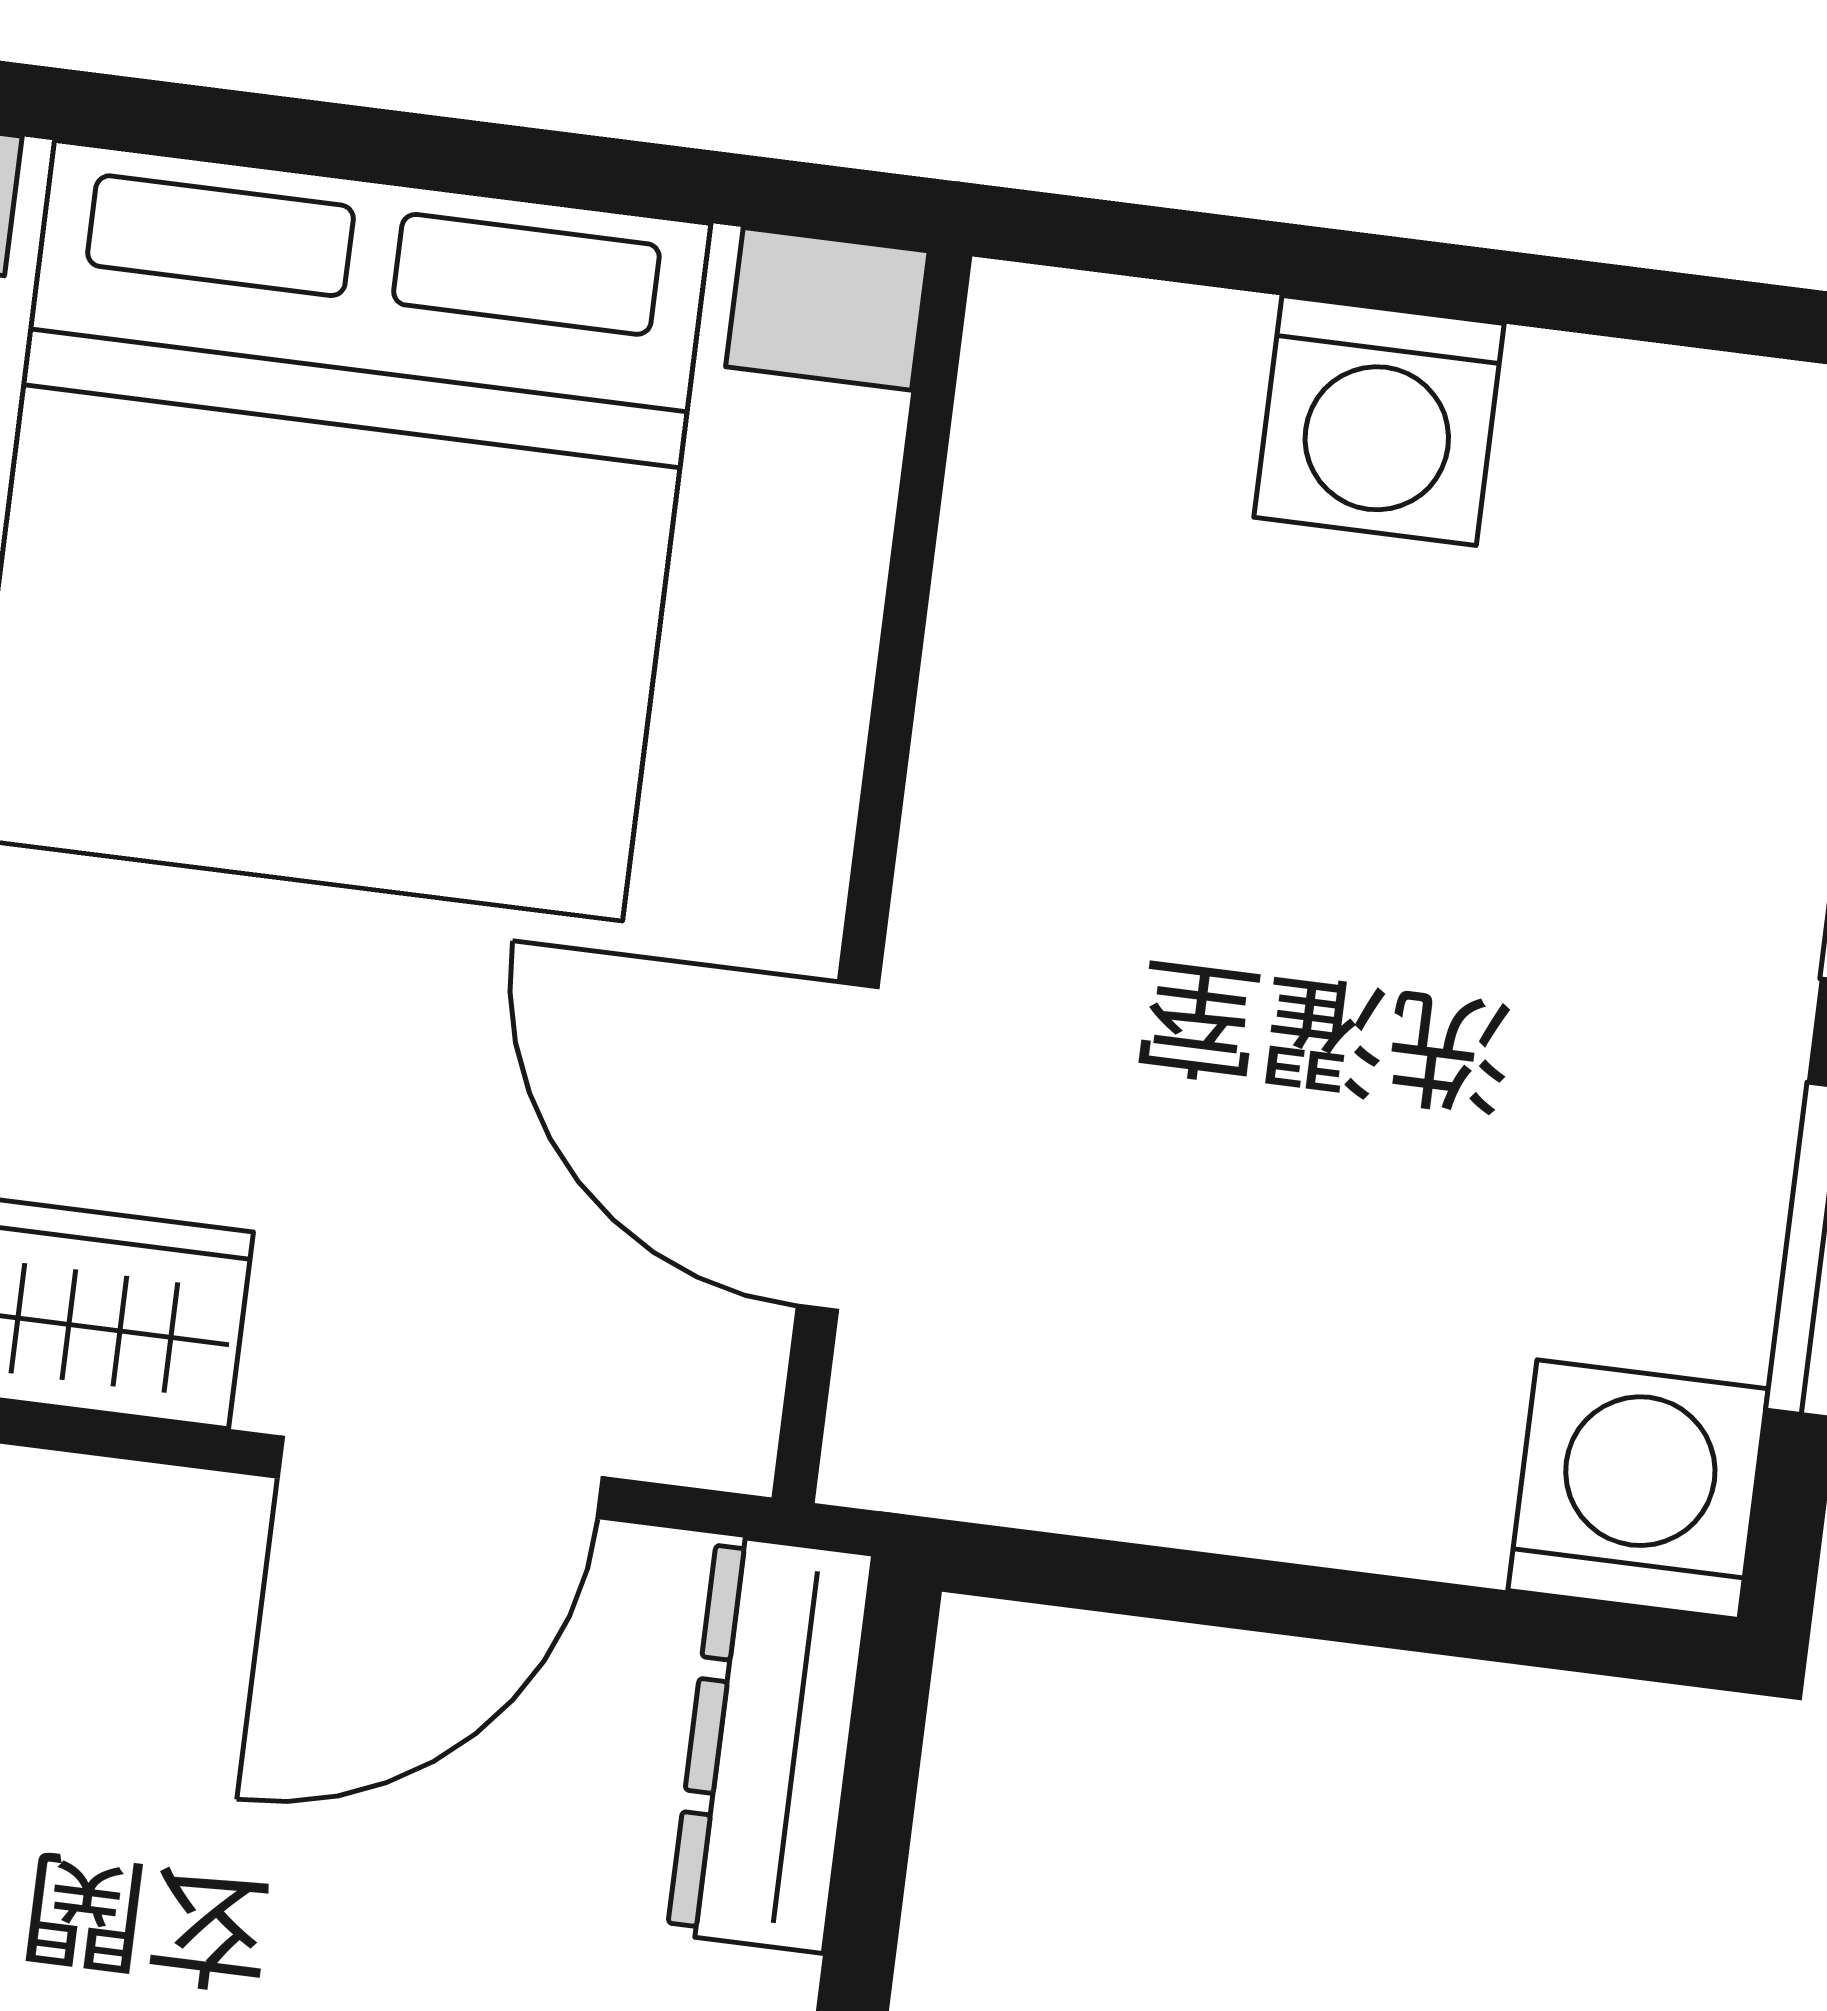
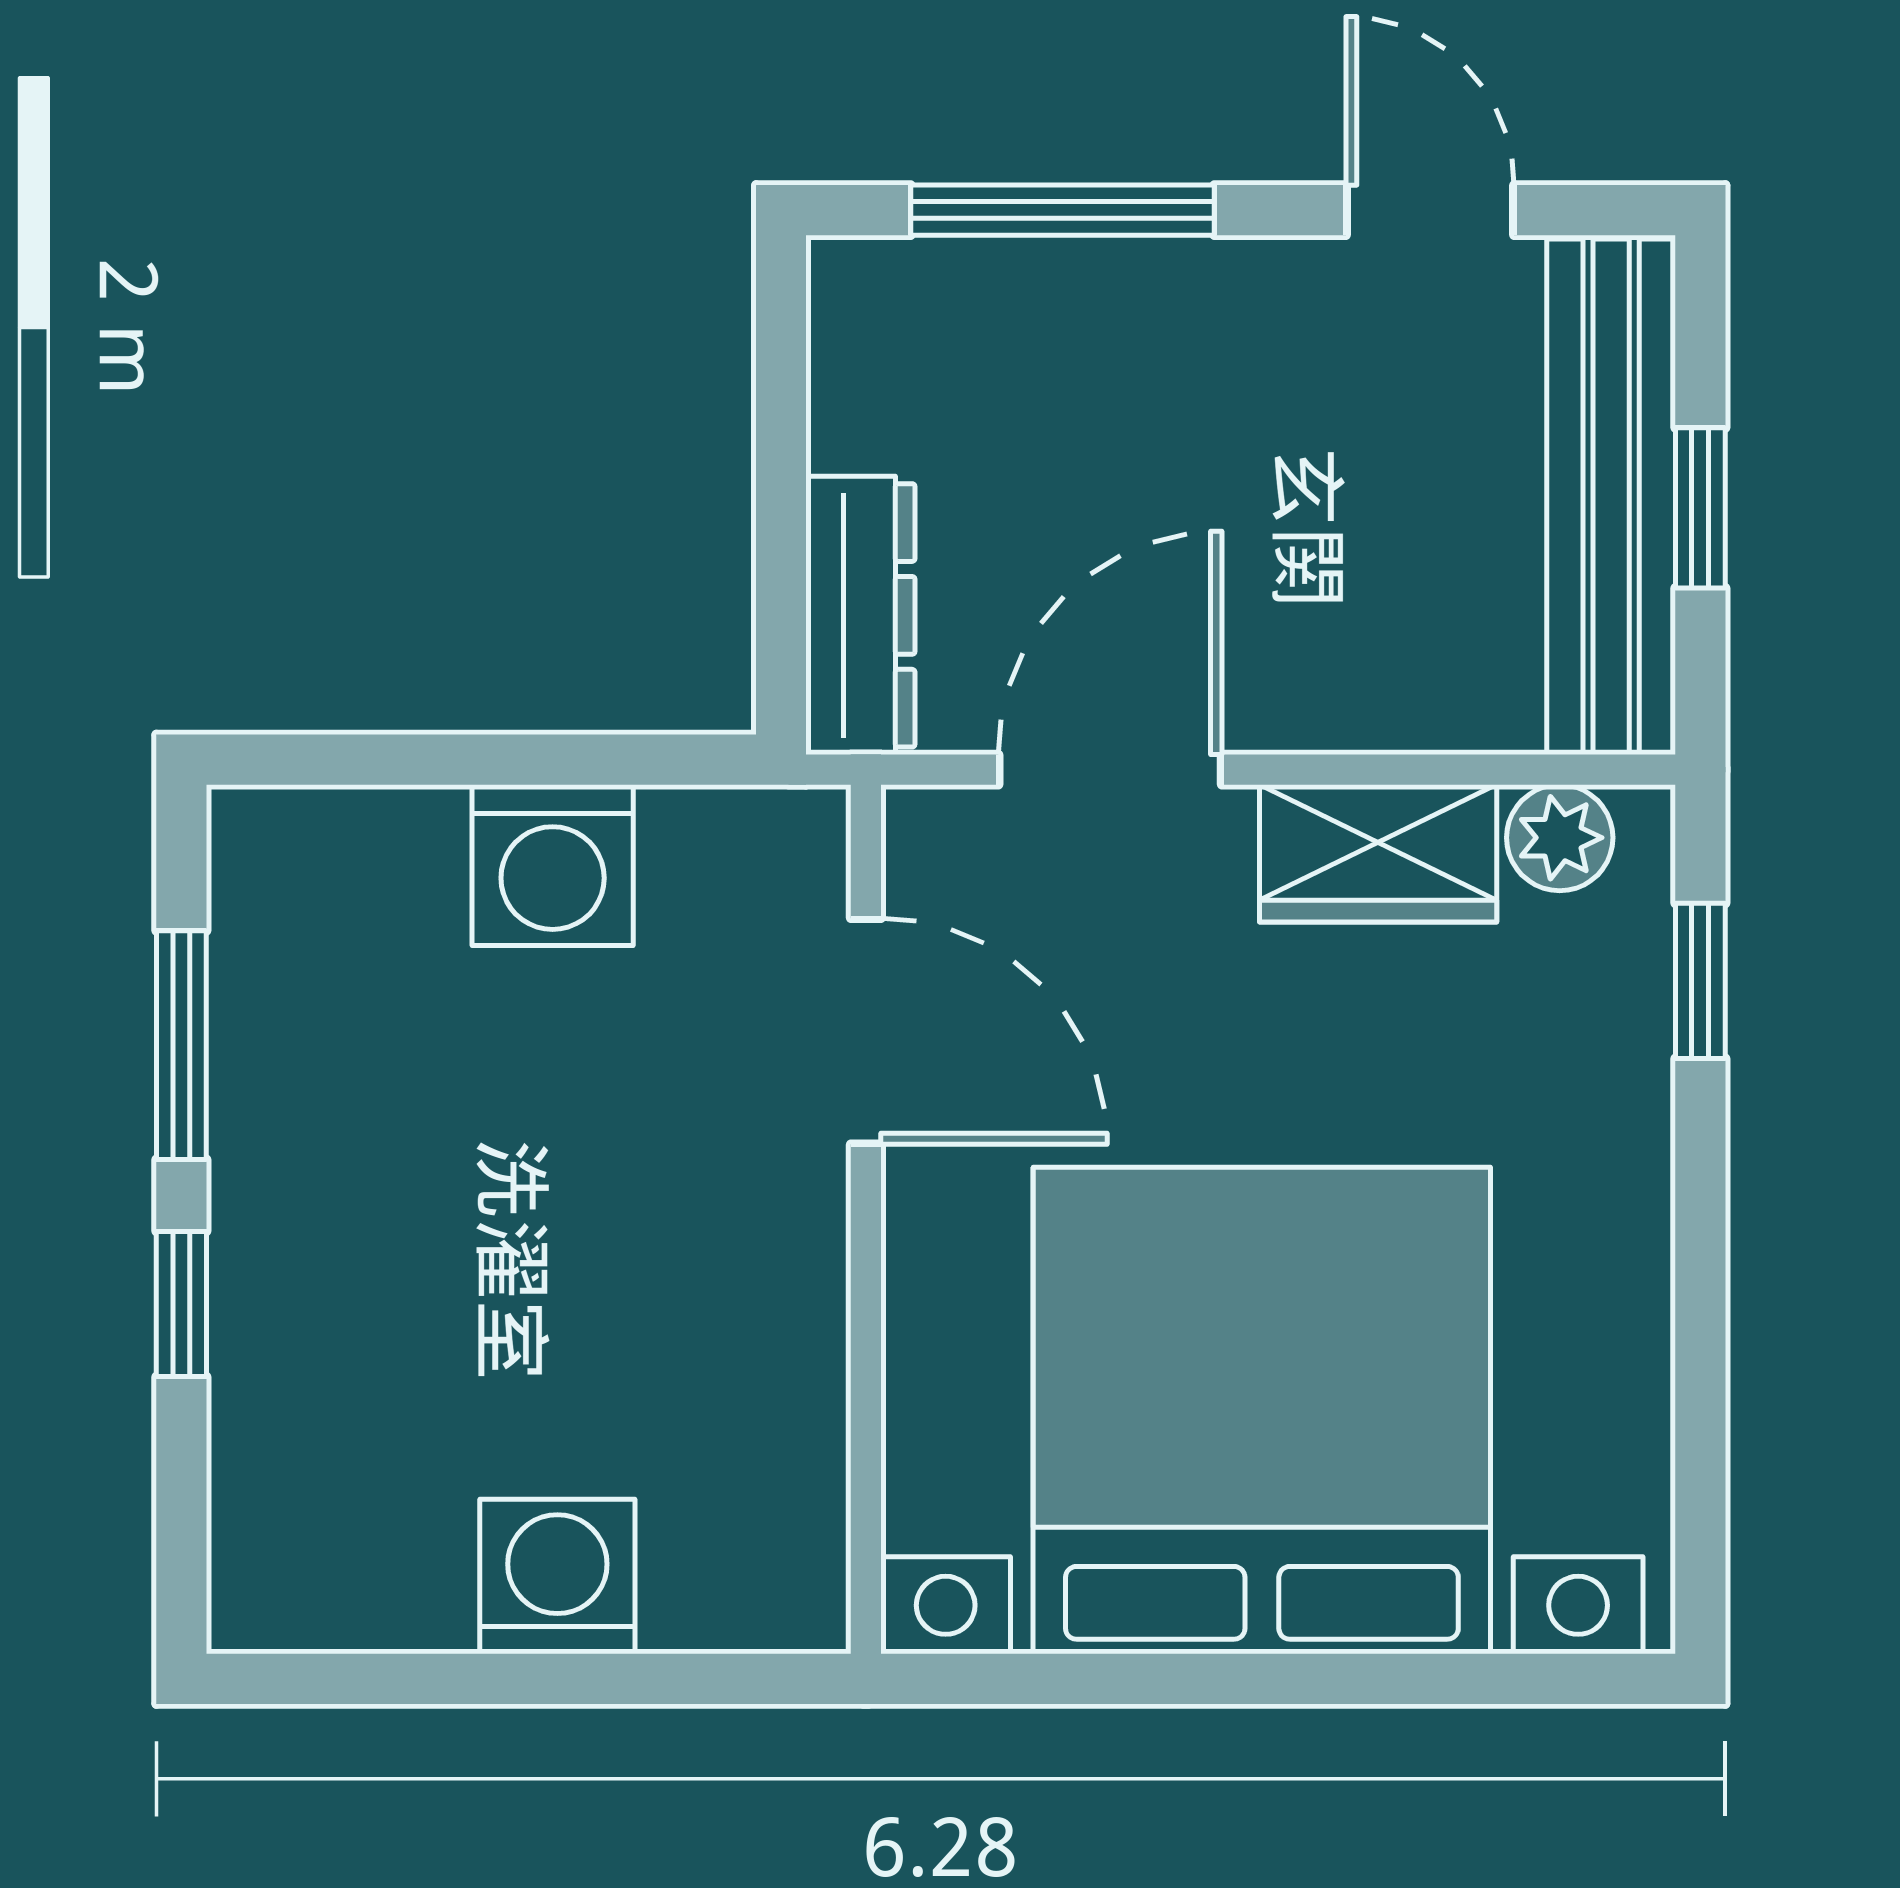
washing machine: (1638, 1490) -> (553, 865), moved

